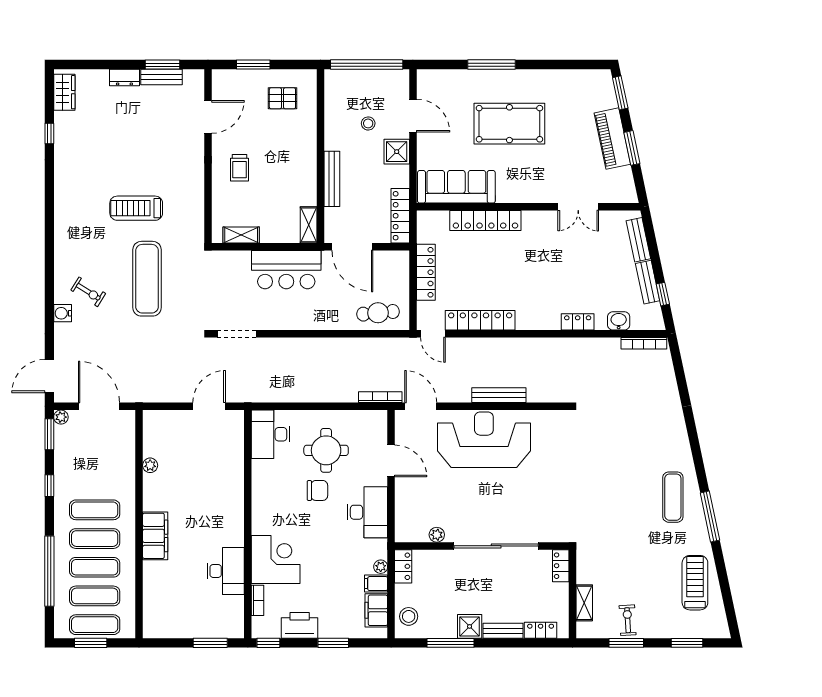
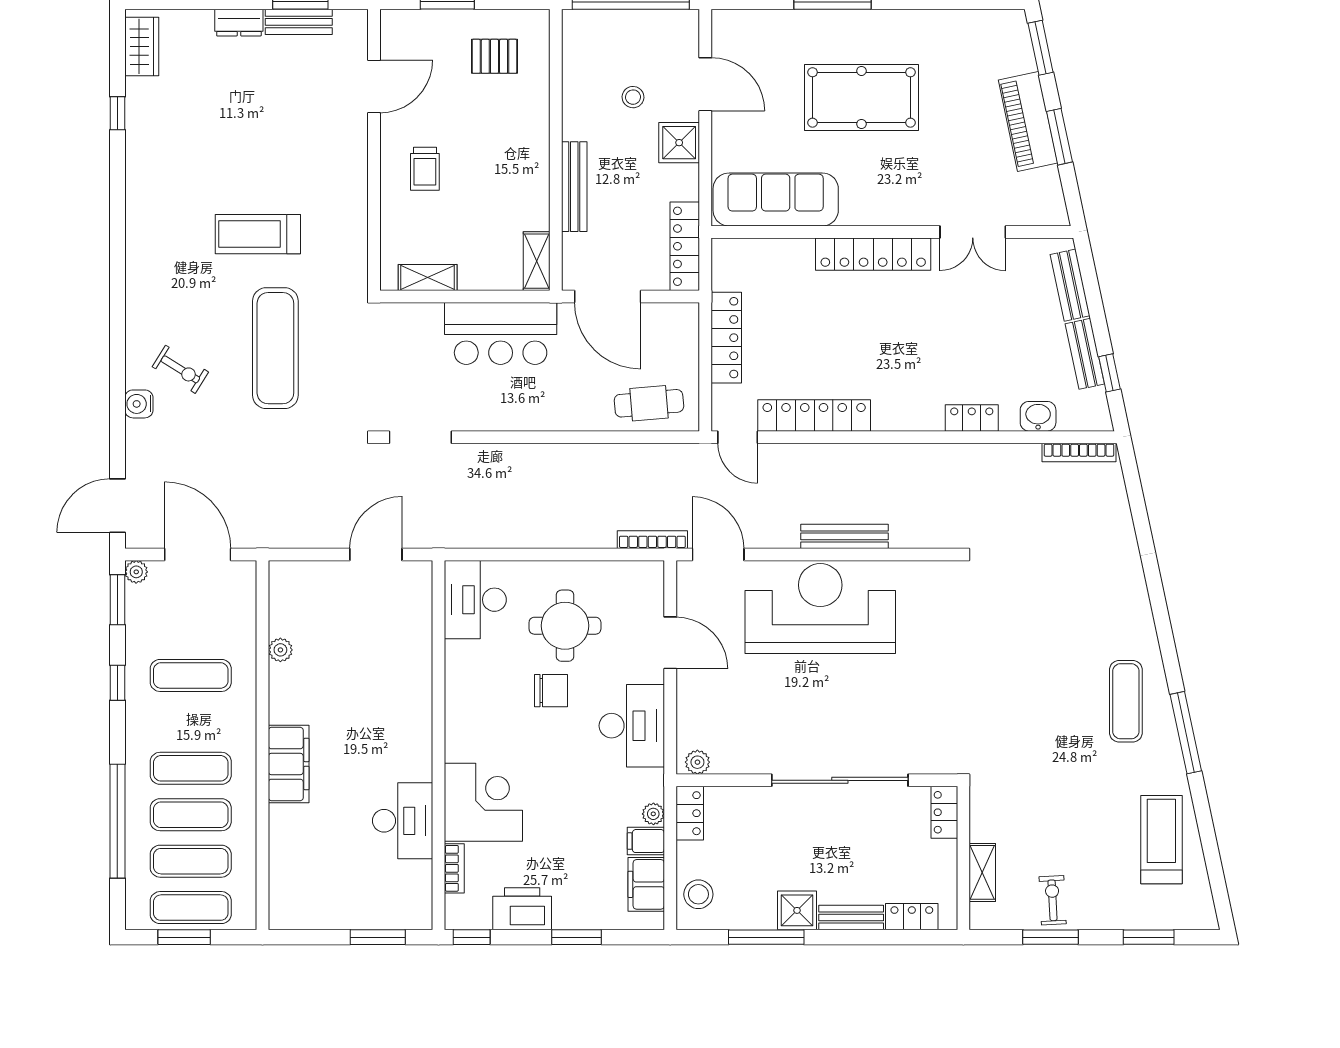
locker: (485, 221) -> (873, 254), moved
exercise mat: (95, 510) -> (191, 675), moved
plant: (437, 535) -> (697, 762), moved

